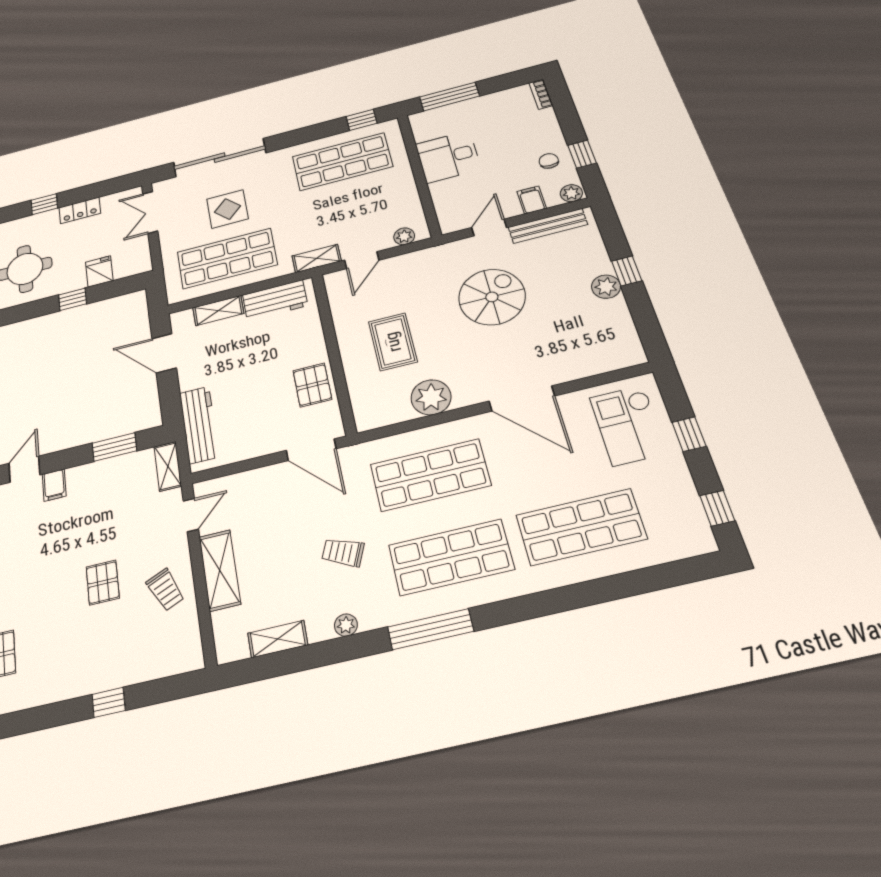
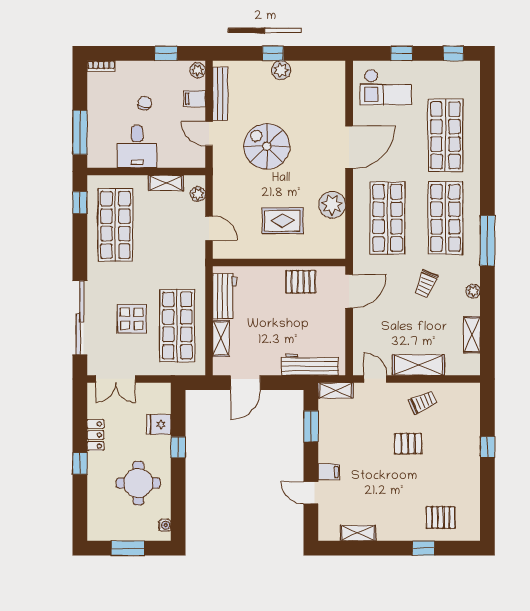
chair: (549, 161) -> (145, 103), moved, turned 103
shelving: (317, 258) -> (166, 183), moved, turned 90

